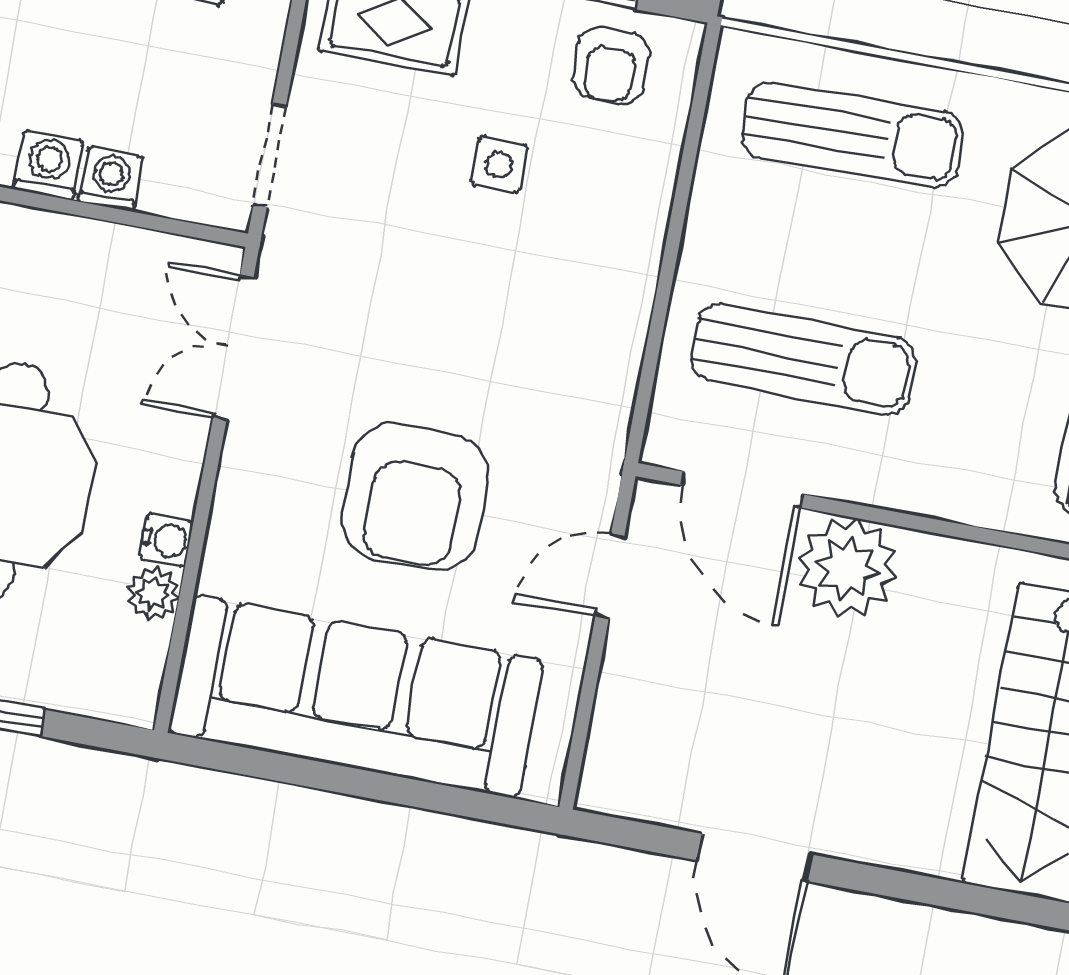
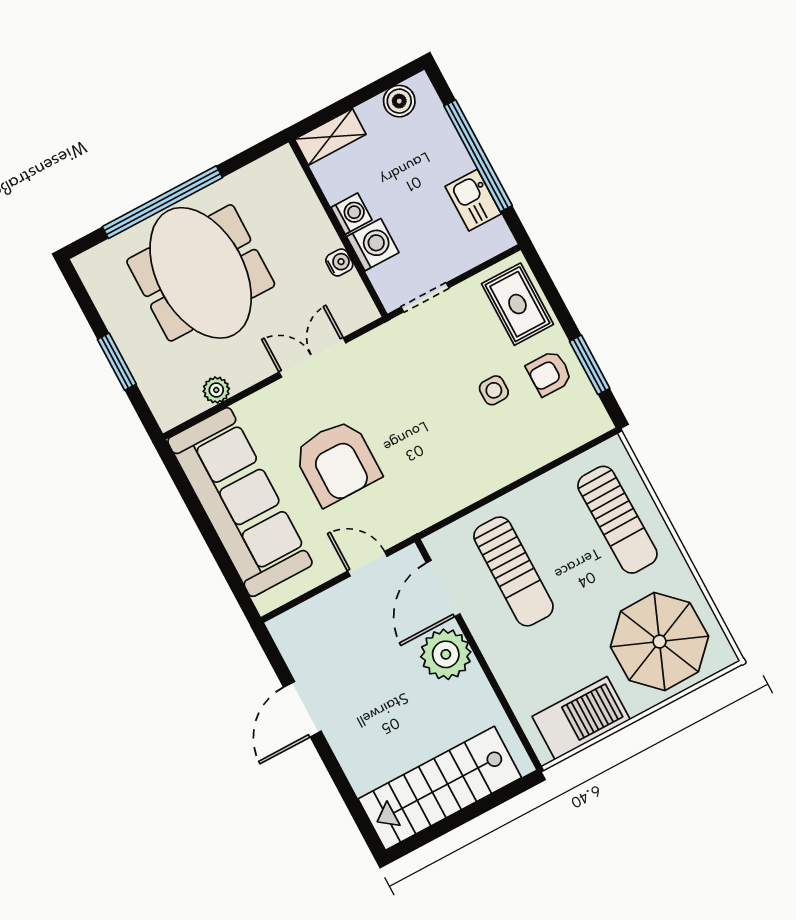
armchair: (611, 65) -> (549, 373), moved
washing machine: (111, 179) -> (373, 245), width x1.38, depth x1.38
double door: (233, 347) -> (312, 357), moved
armchair: (415, 497) -> (337, 462), turned -90
water cooler: (166, 540) -> (339, 263), moved, turned -90

